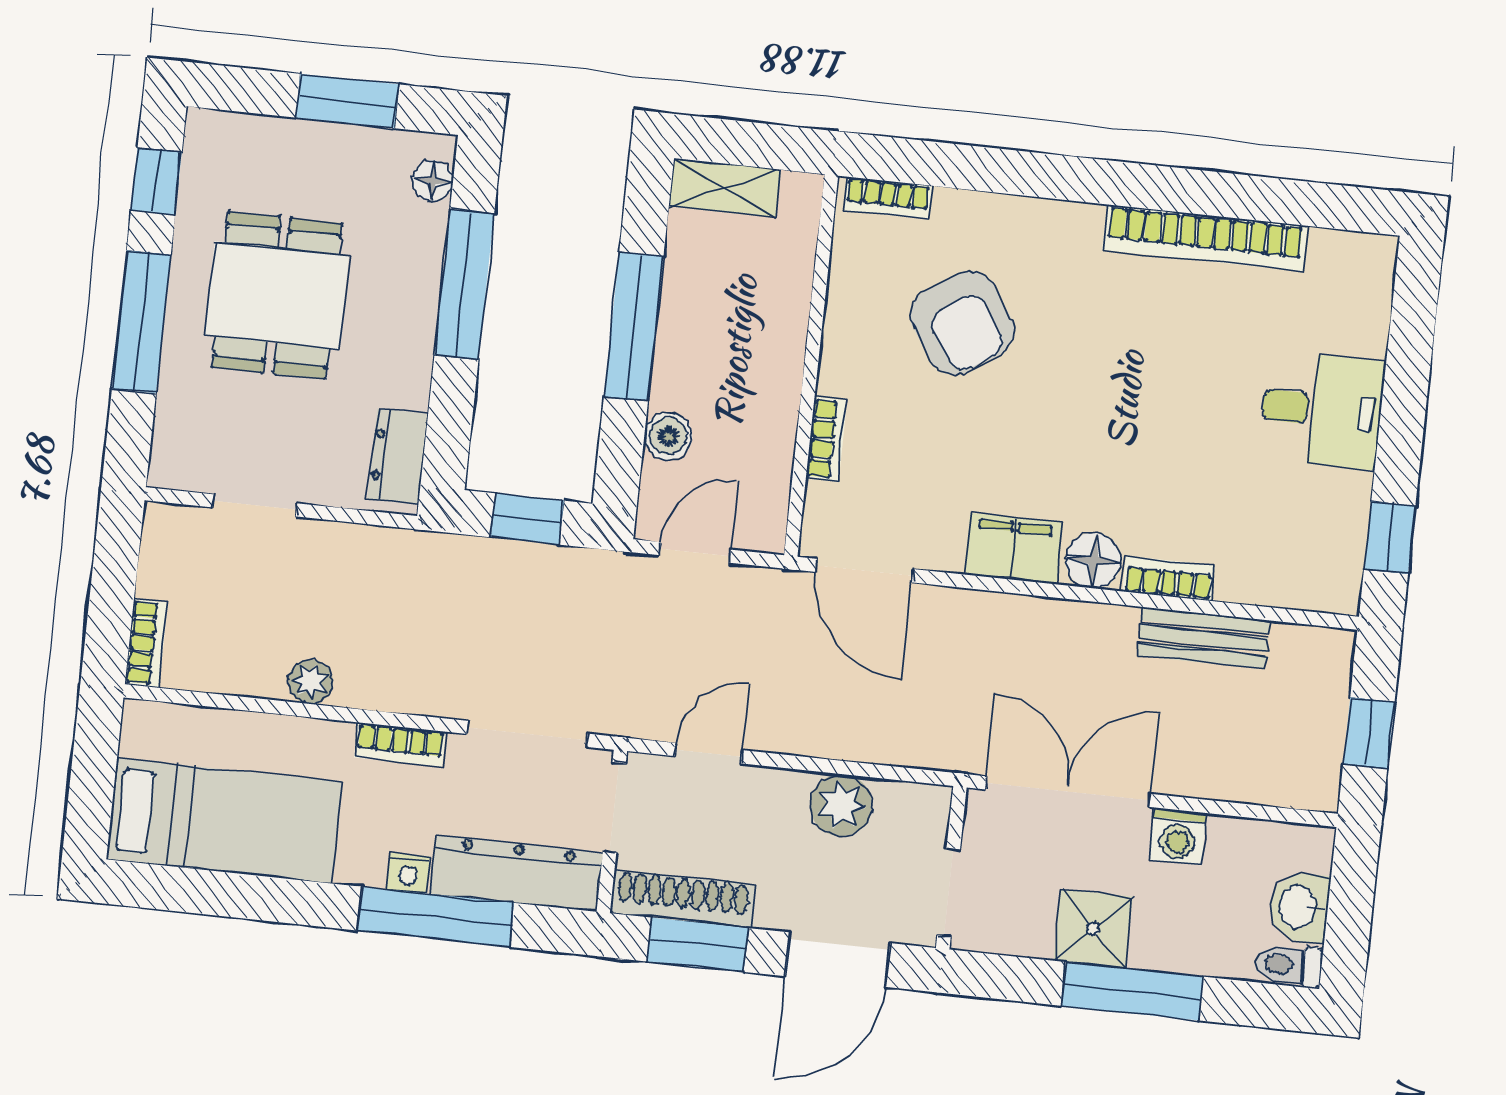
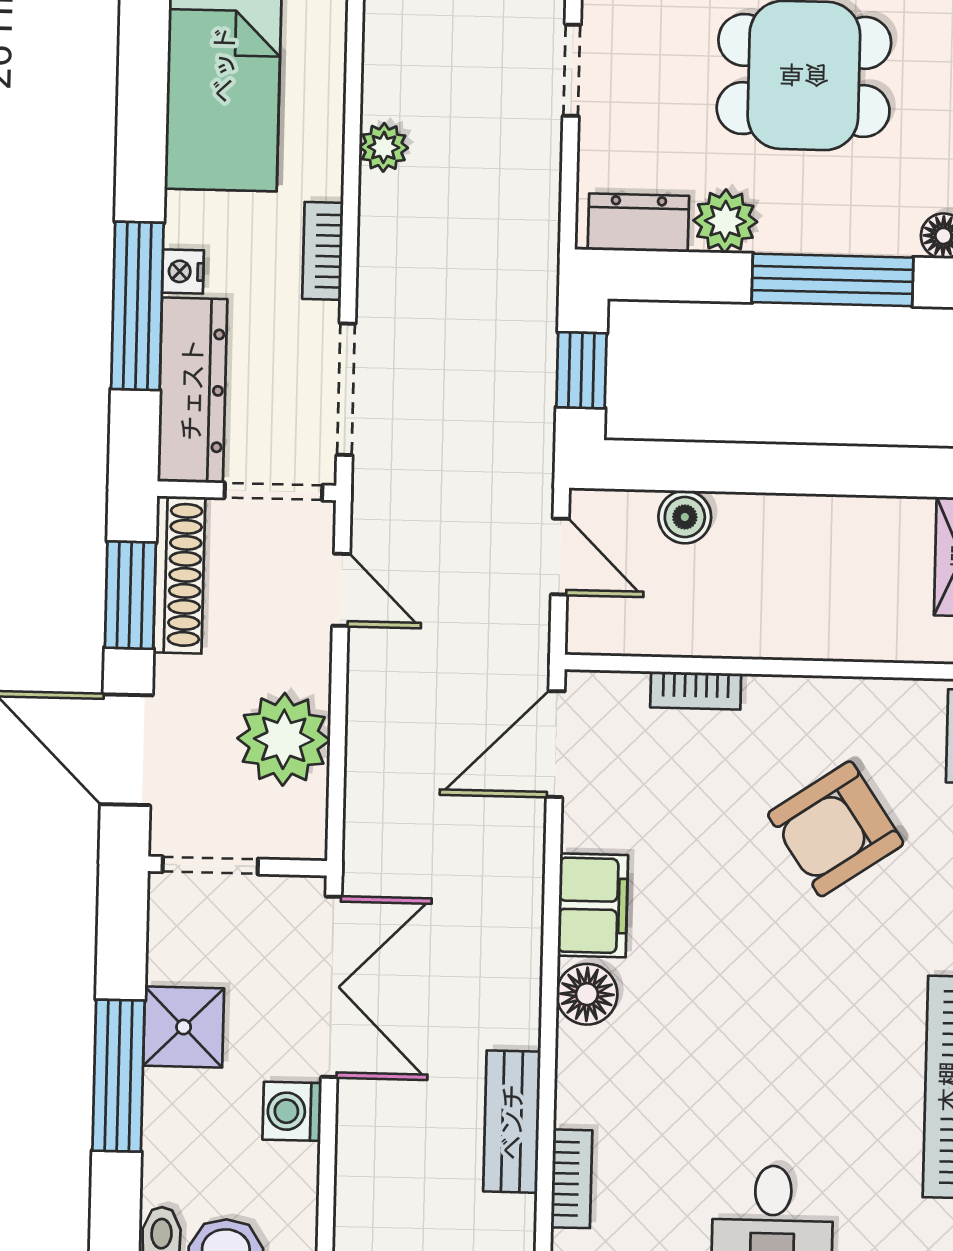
window: (634, 327) -> (802, 469), removed
plant: (403, 377) -> (725, 221), added
bookcase: (1169, 578) -> (572, 1179), moved
plant: (841, 805) -> (284, 739), width x1.36, depth x1.36

